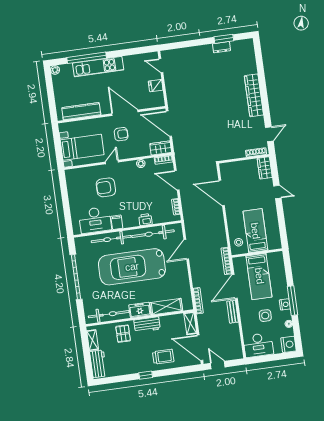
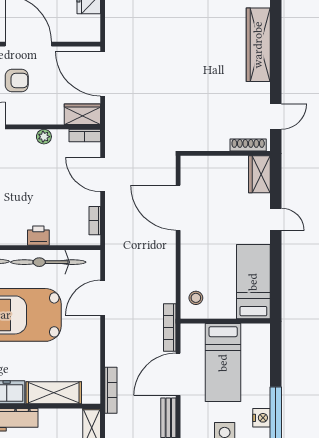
bed: (255, 231) -> (253, 282), moved

